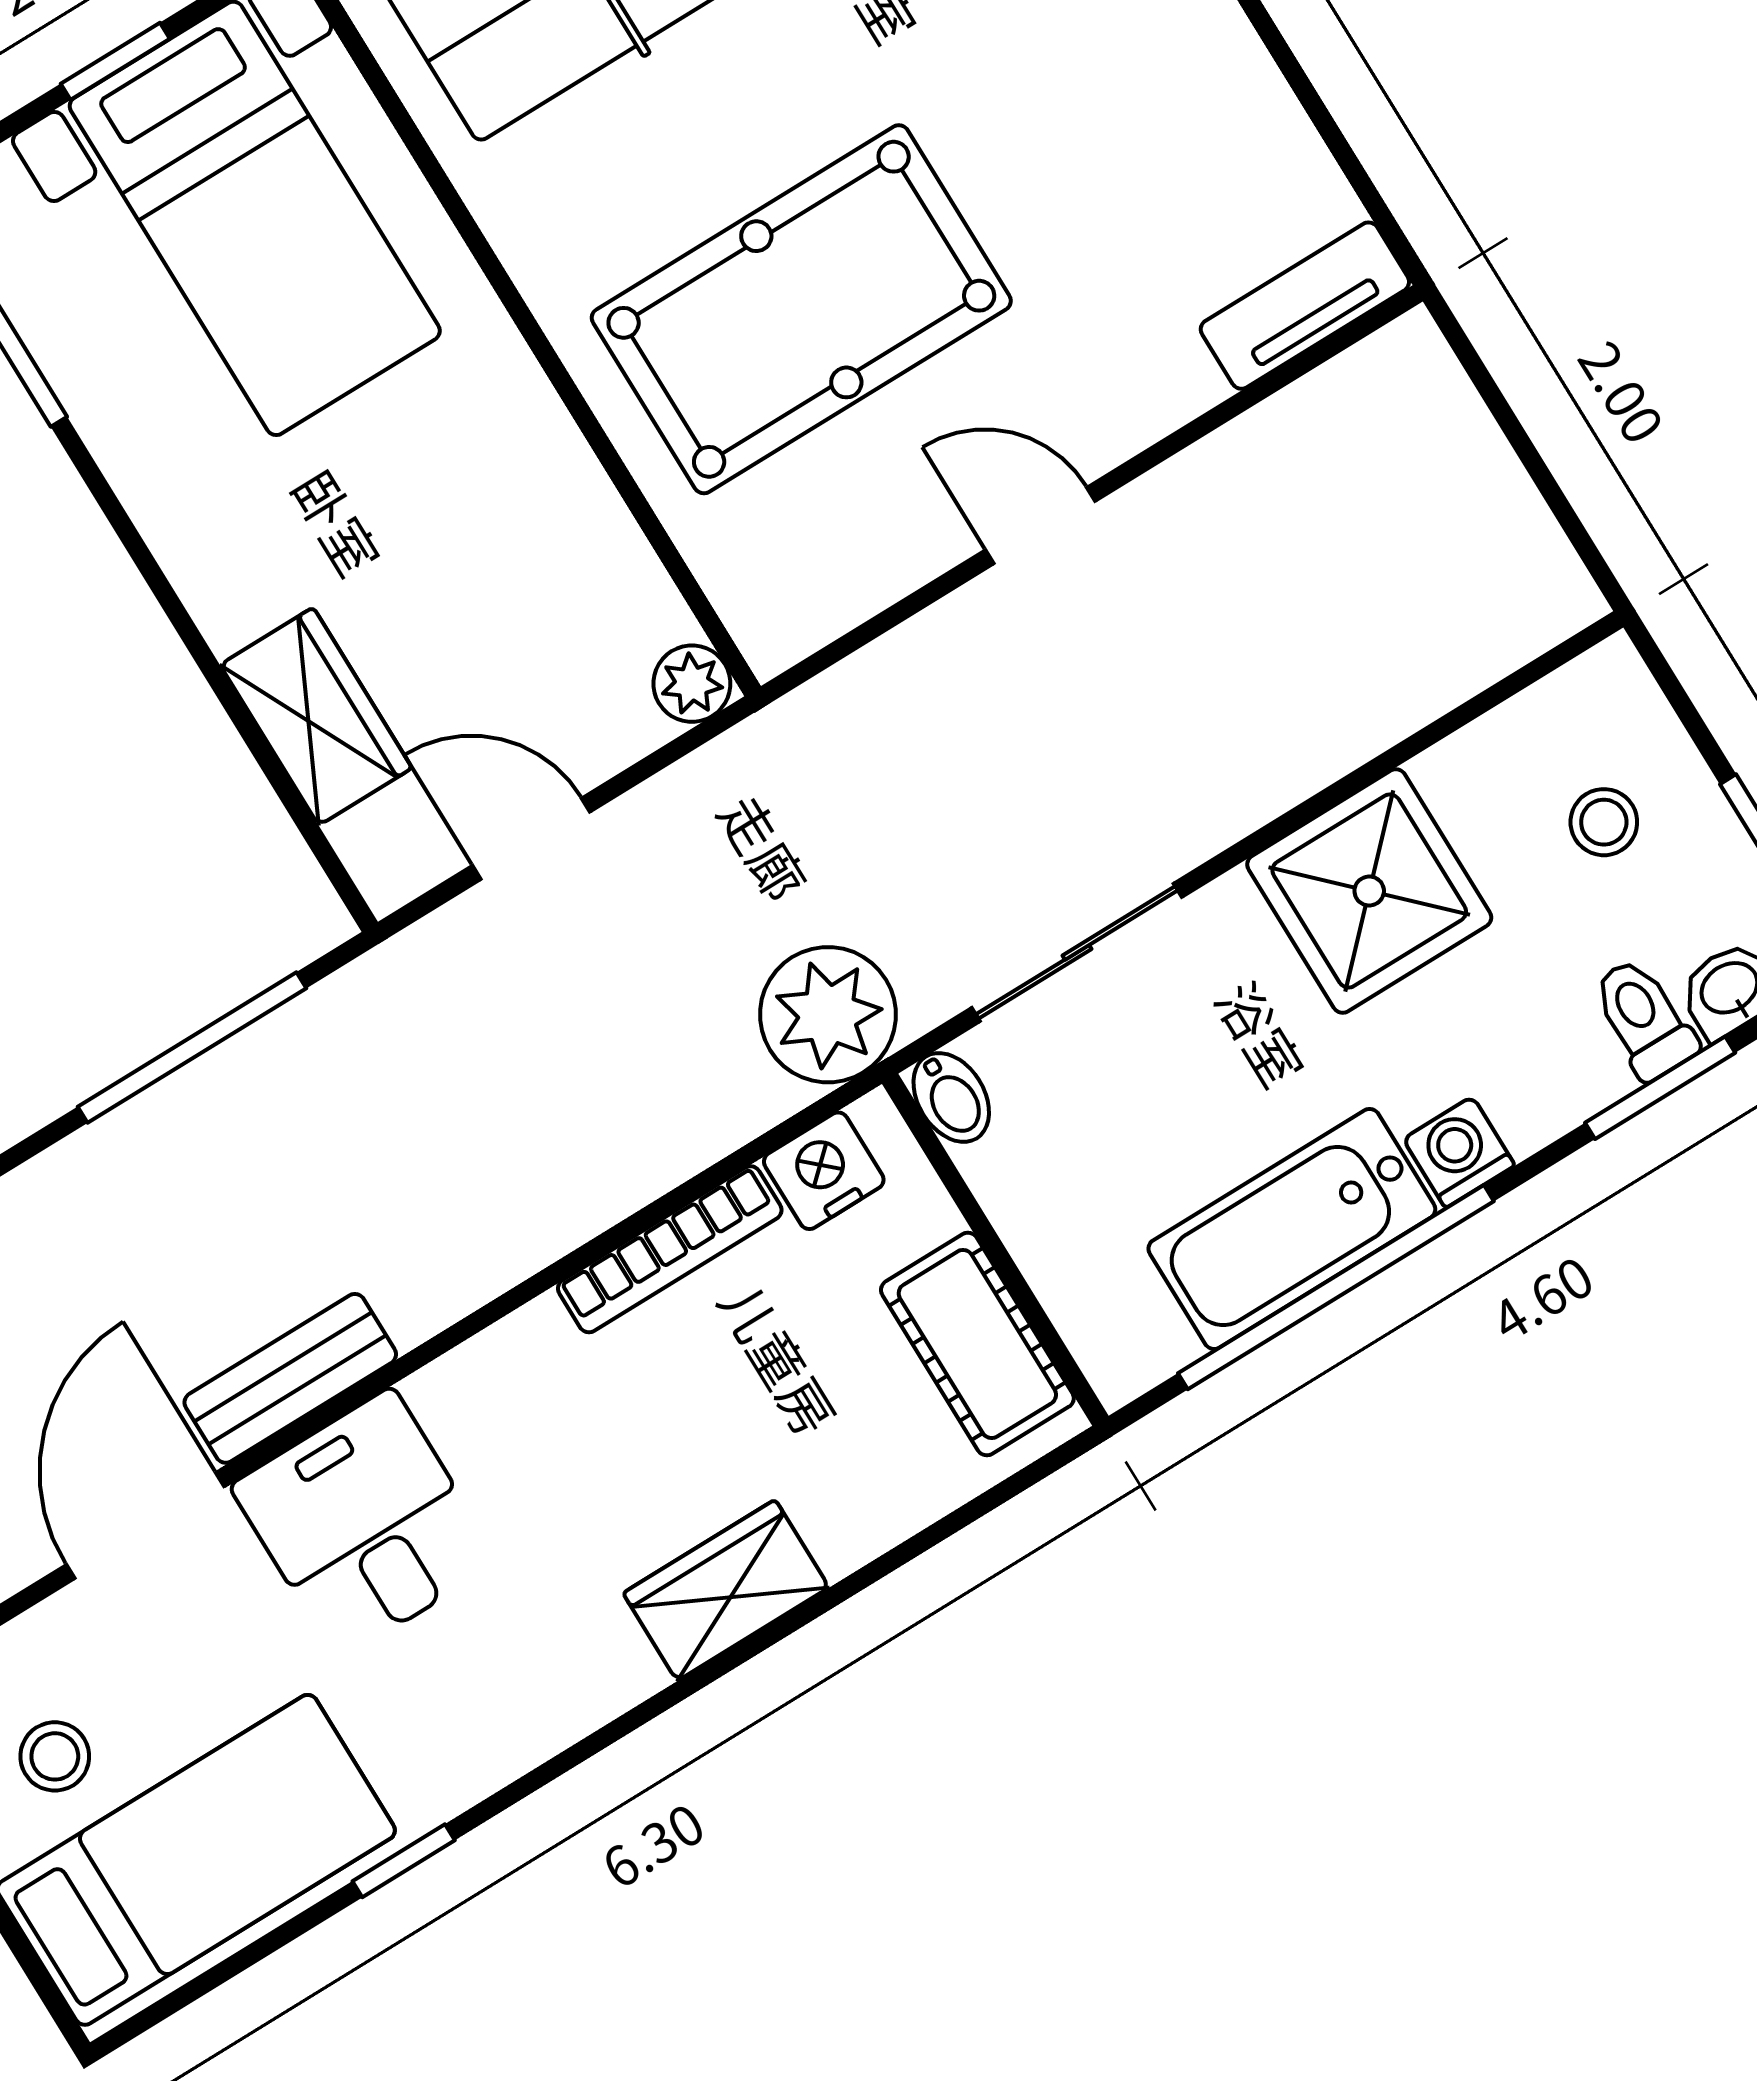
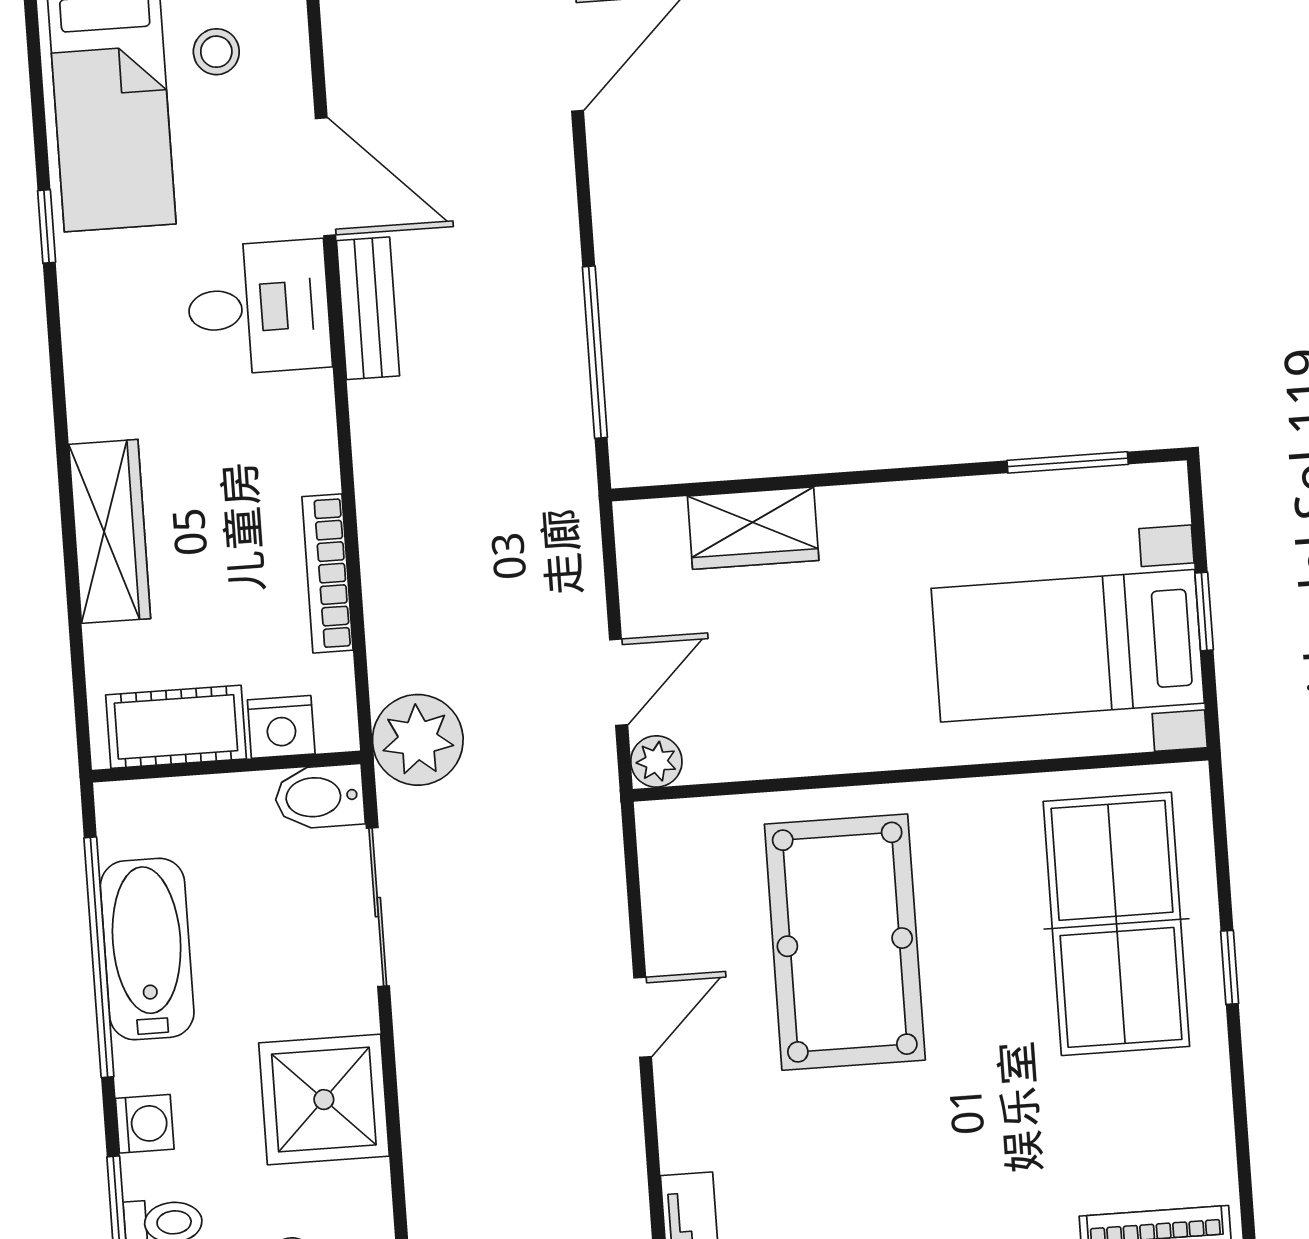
door: (531, 839) -> (619, 682), moved
bidet: (951, 1097) -> (320, 797), width x1.38, depth x1.36
washing machine: (1459, 1152) -> (145, 1124), moved
nightstand: (824, 1171) -> (281, 727), moved, turned 90
wardrobe: (726, 1590) -> (110, 531), width x1.50

